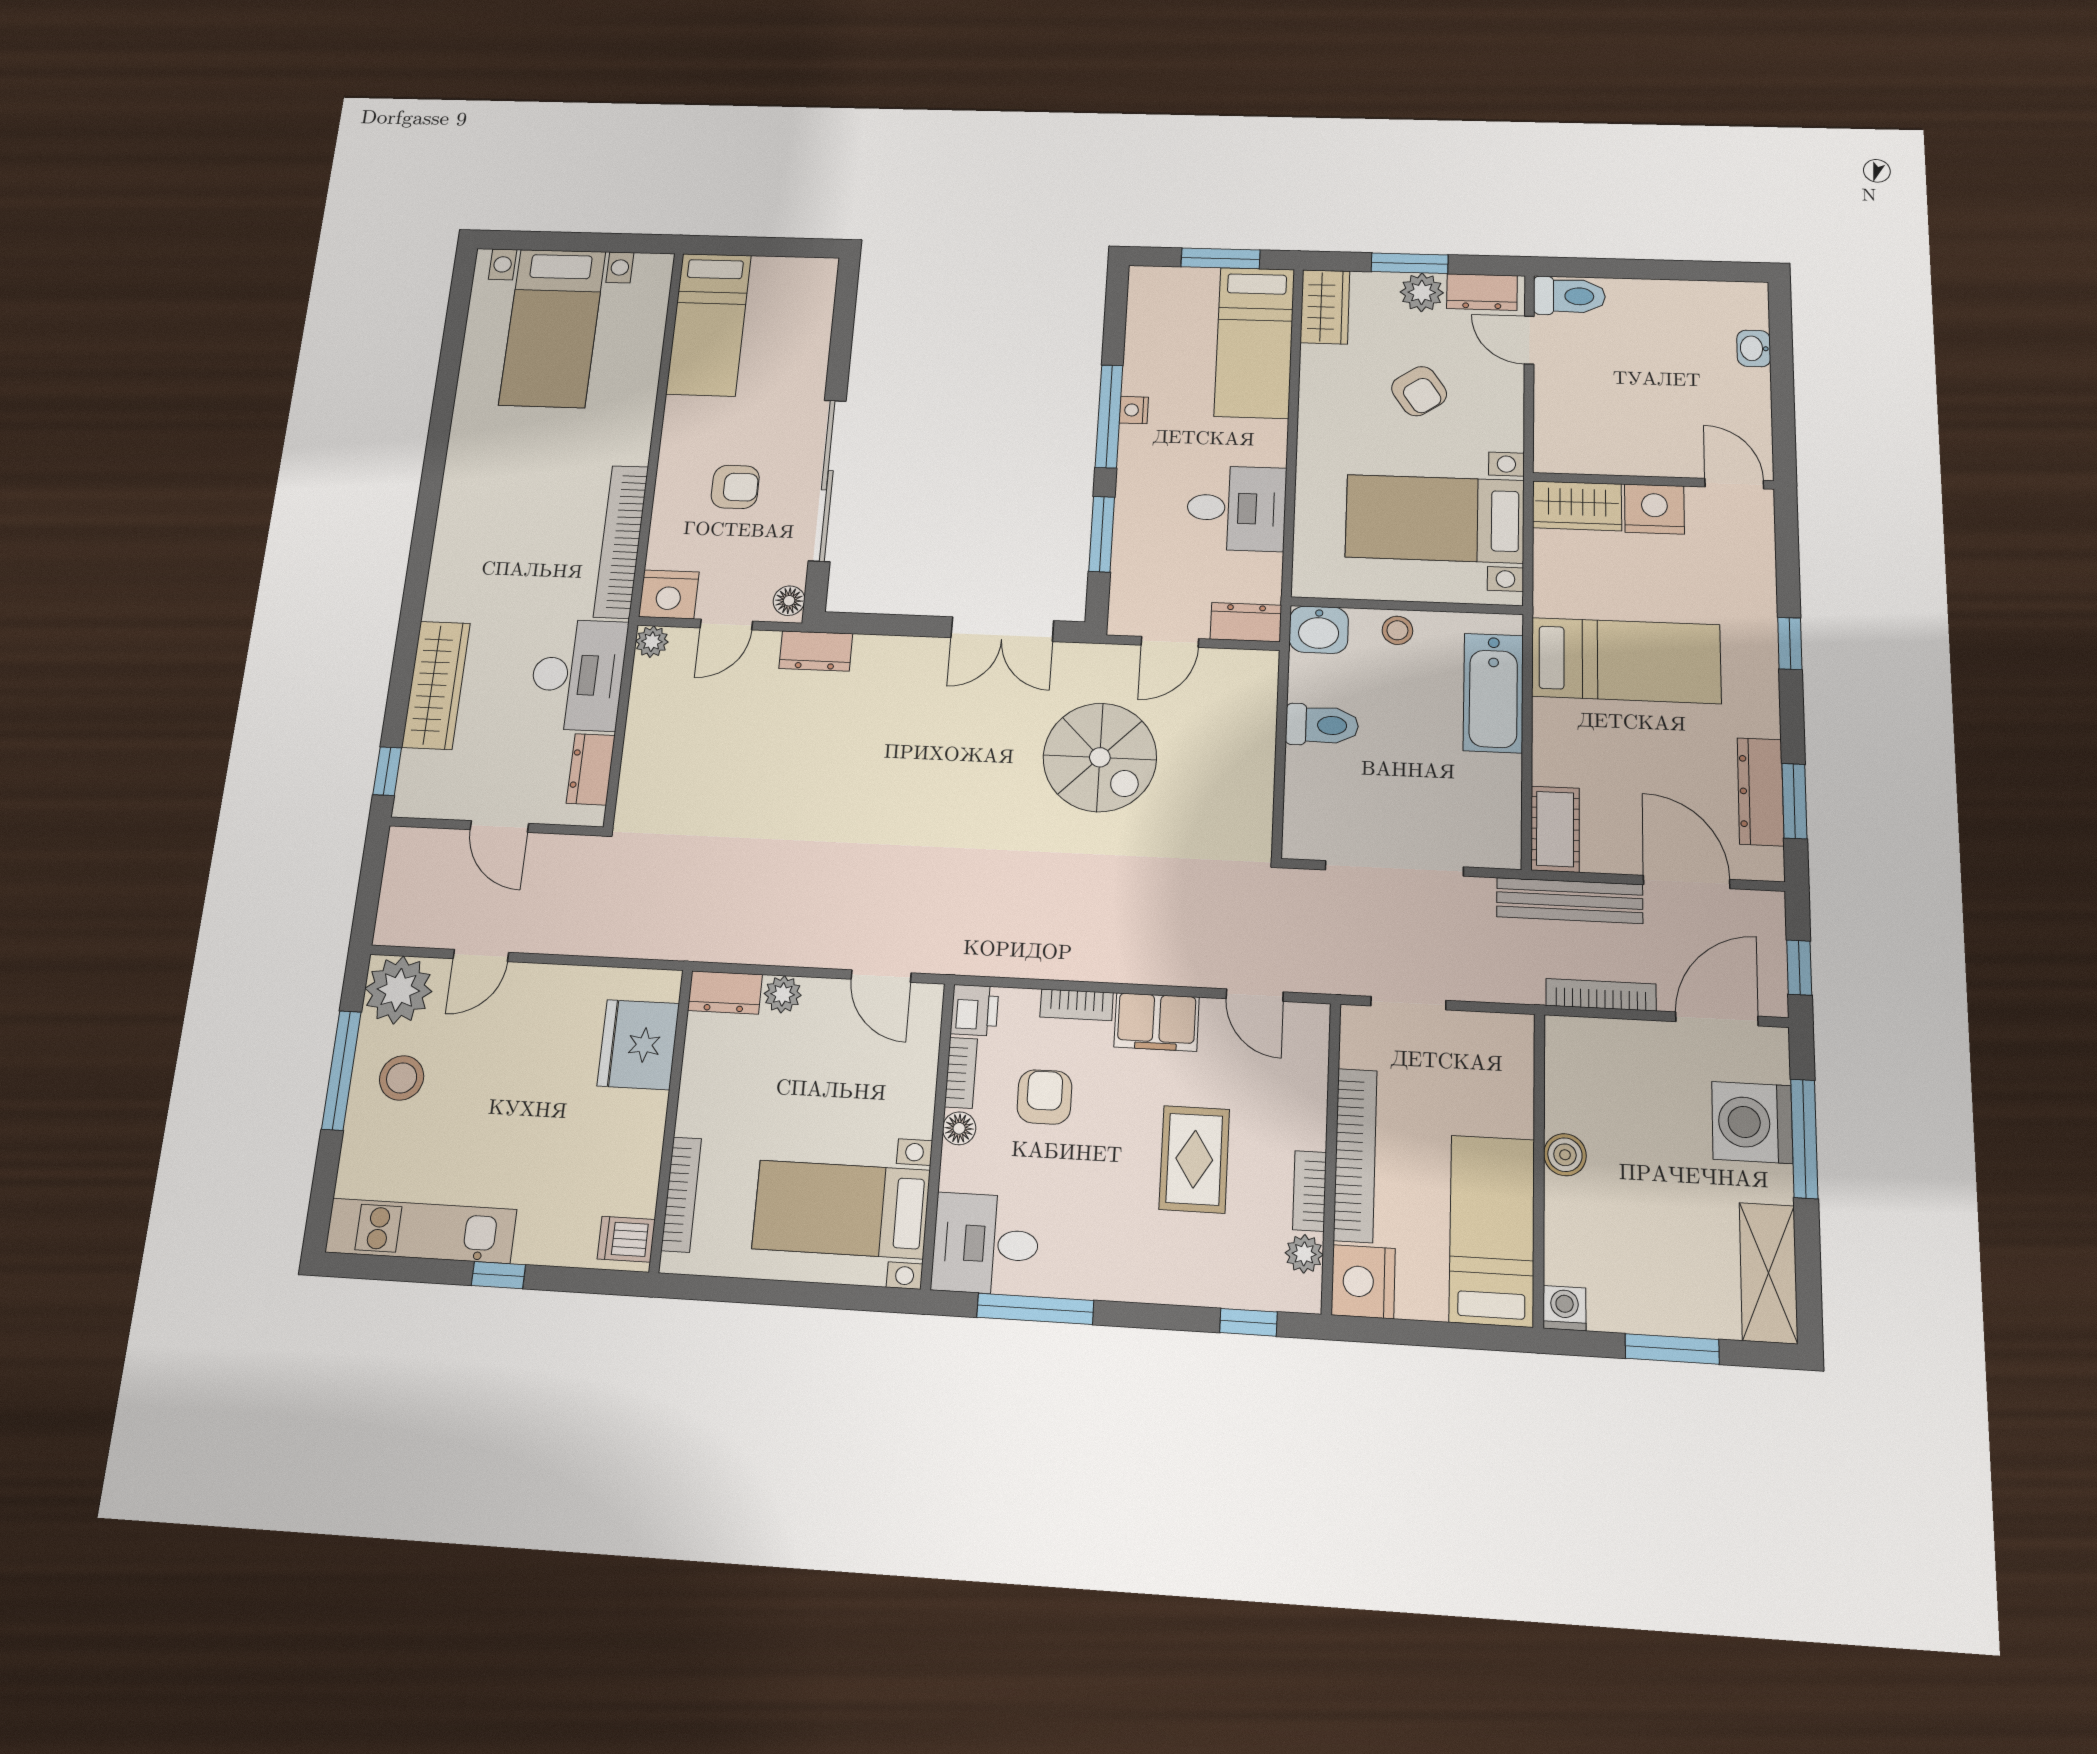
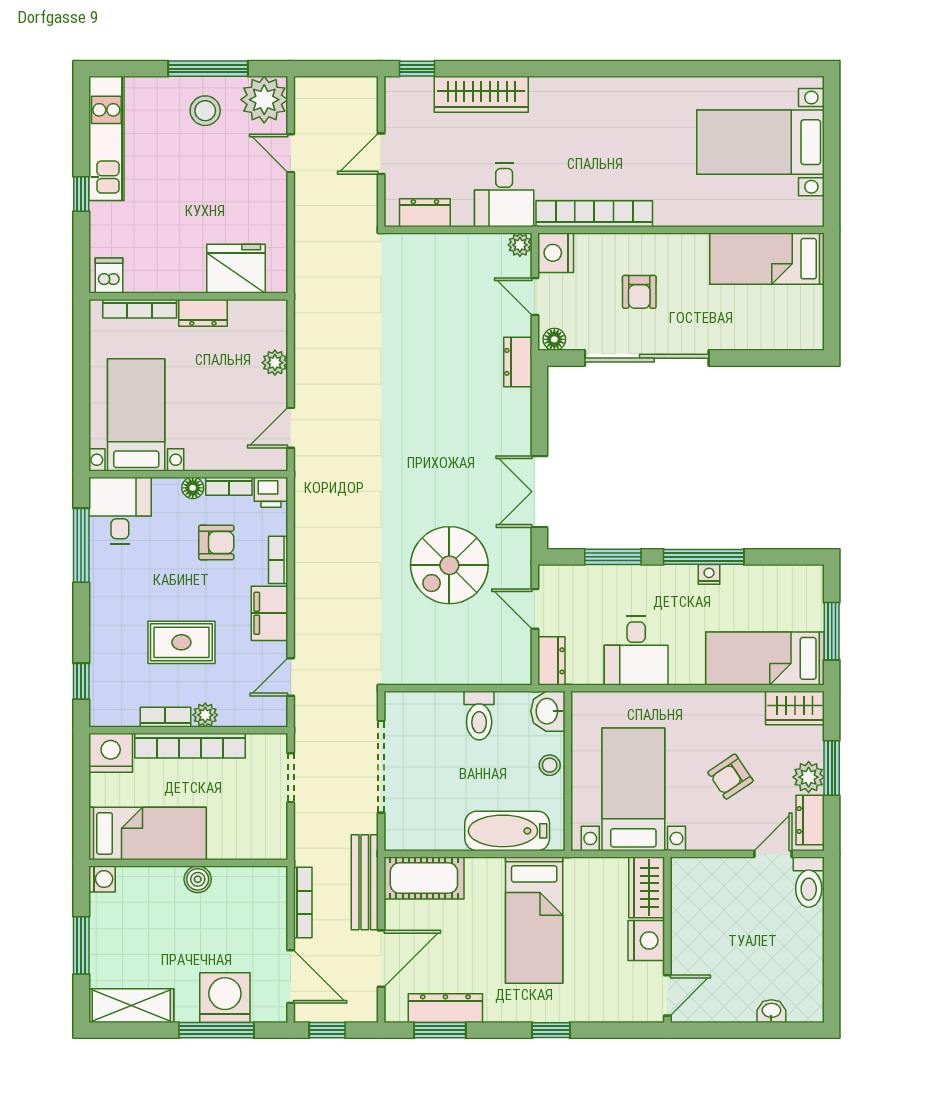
desk: (578, 675) -> (504, 195), width x0.73
cot: (1555, 829) -> (424, 878), width x1.37, depth x1.34
dresser: (725, 992) -> (203, 313), moved, turned -90
plant: (1304, 1254) -> (205, 715), moved

